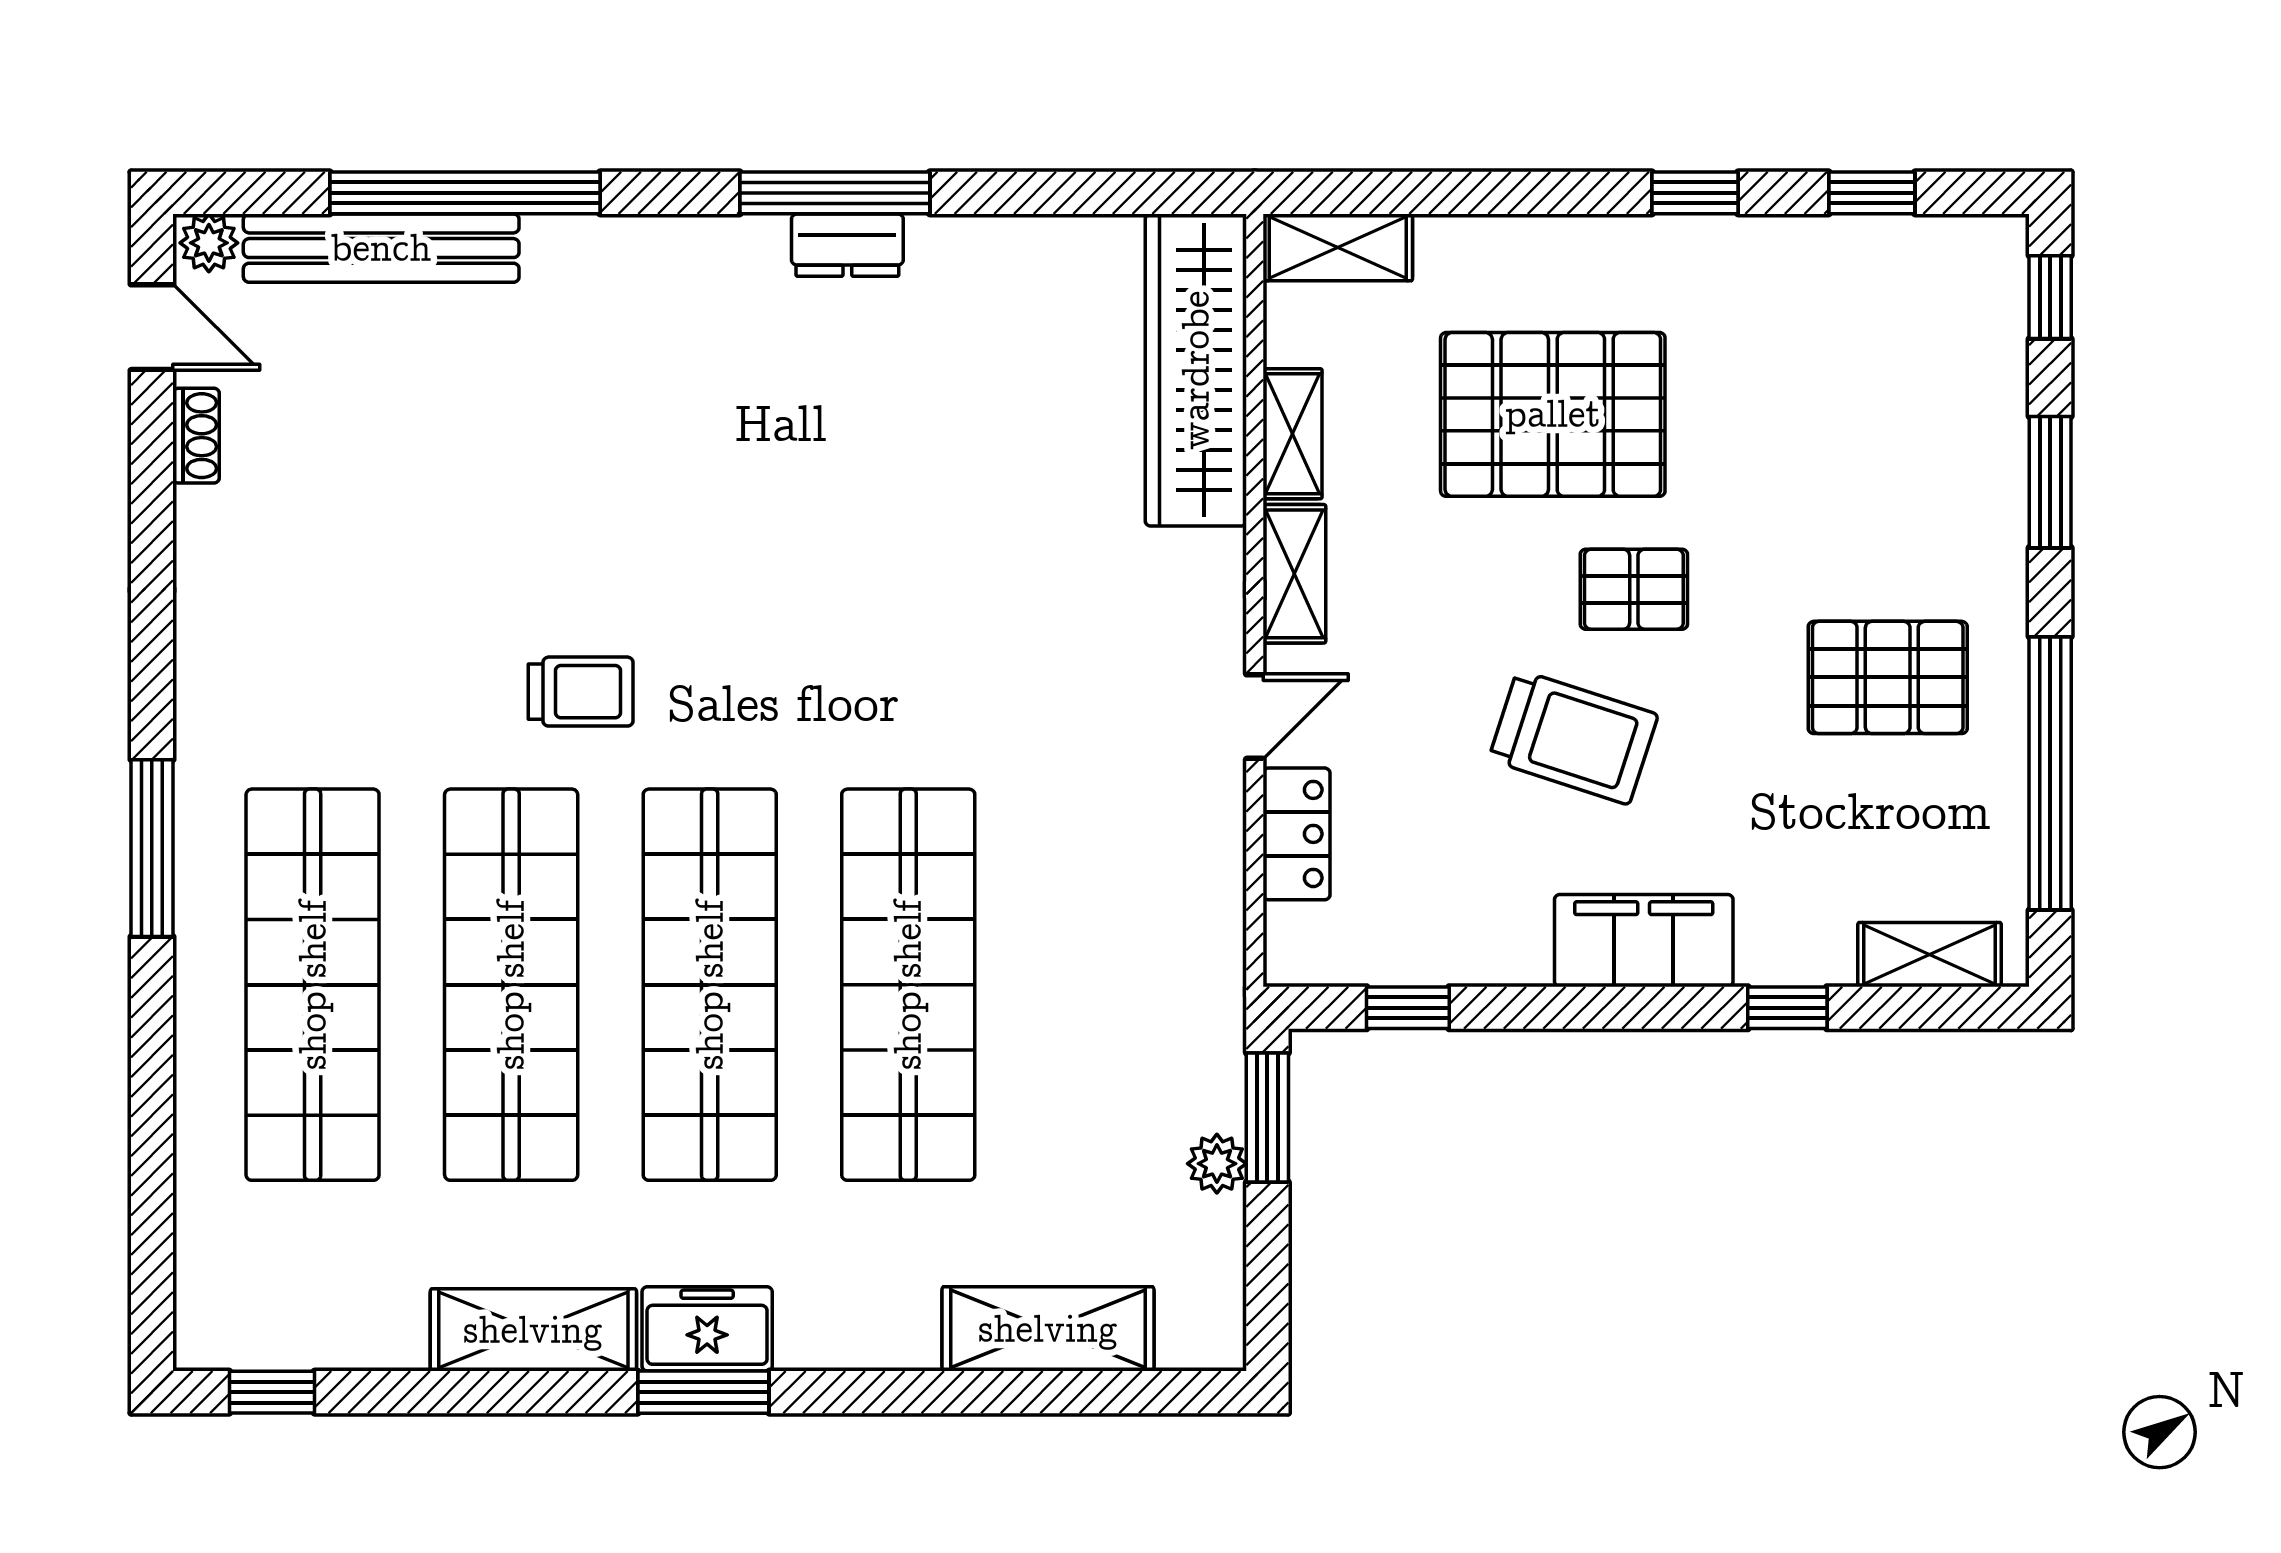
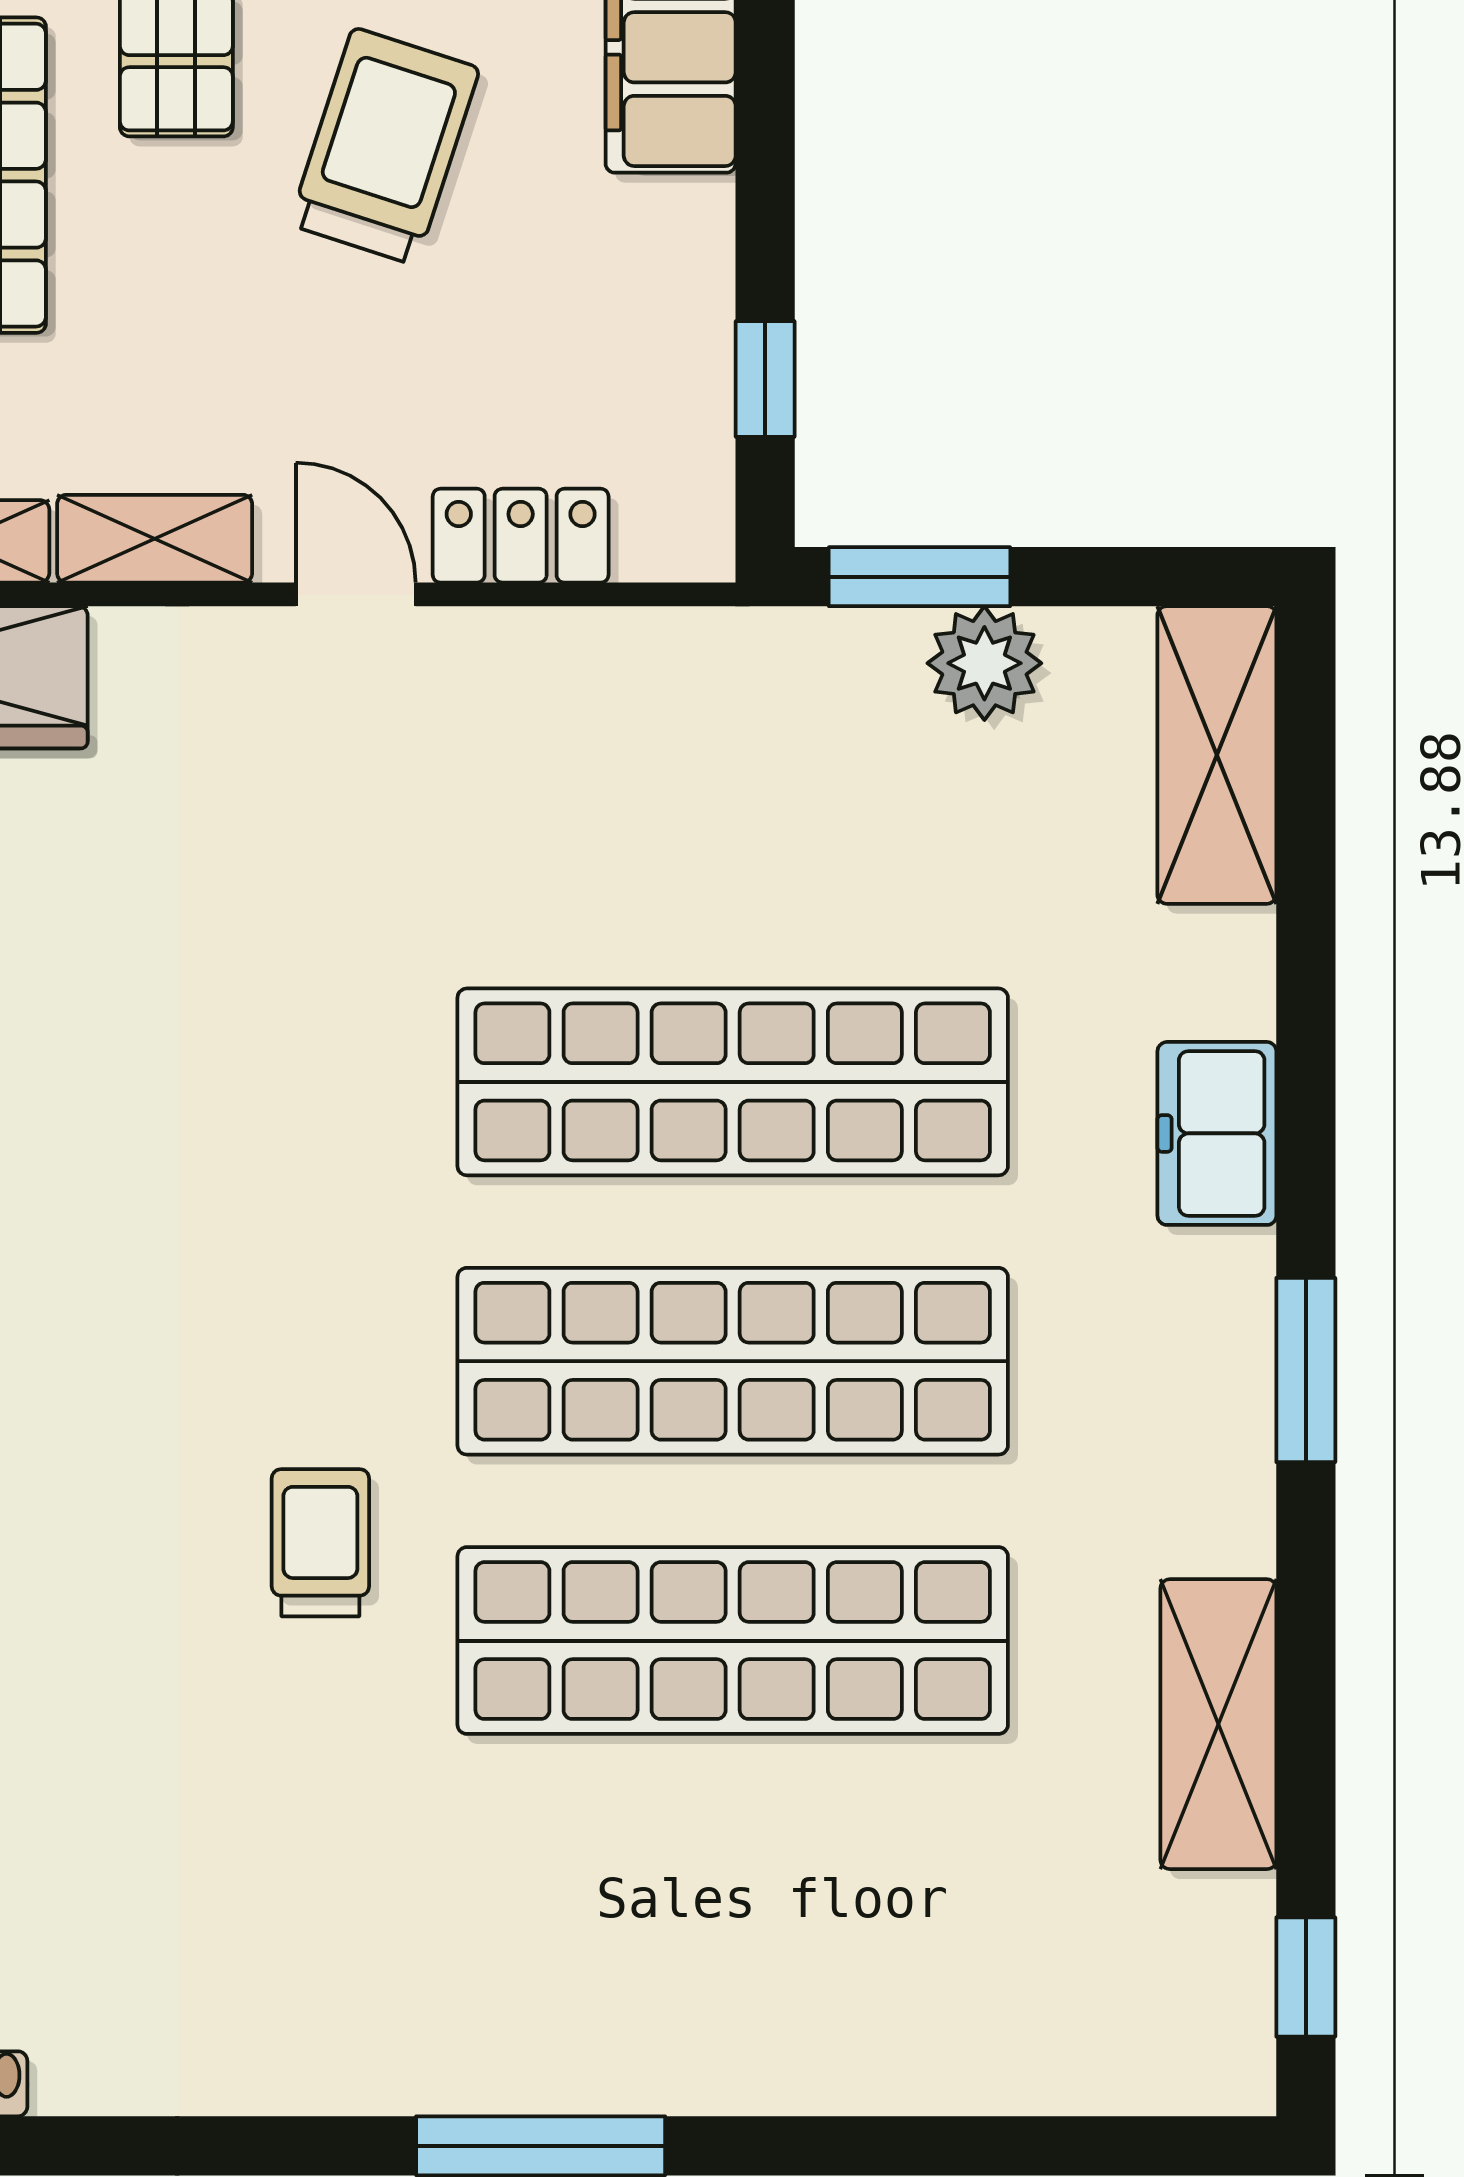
shop shelf: (313, 985) -> (733, 1920), removed
plant: (1217, 1164) -> (984, 663), width x1.38, depth x1.38
freezer: (707, 1329) -> (1217, 1133), moved
shelving: (1048, 1329) -> (1217, 755), moved
shelving: (533, 1330) -> (1218, 1724), moved

